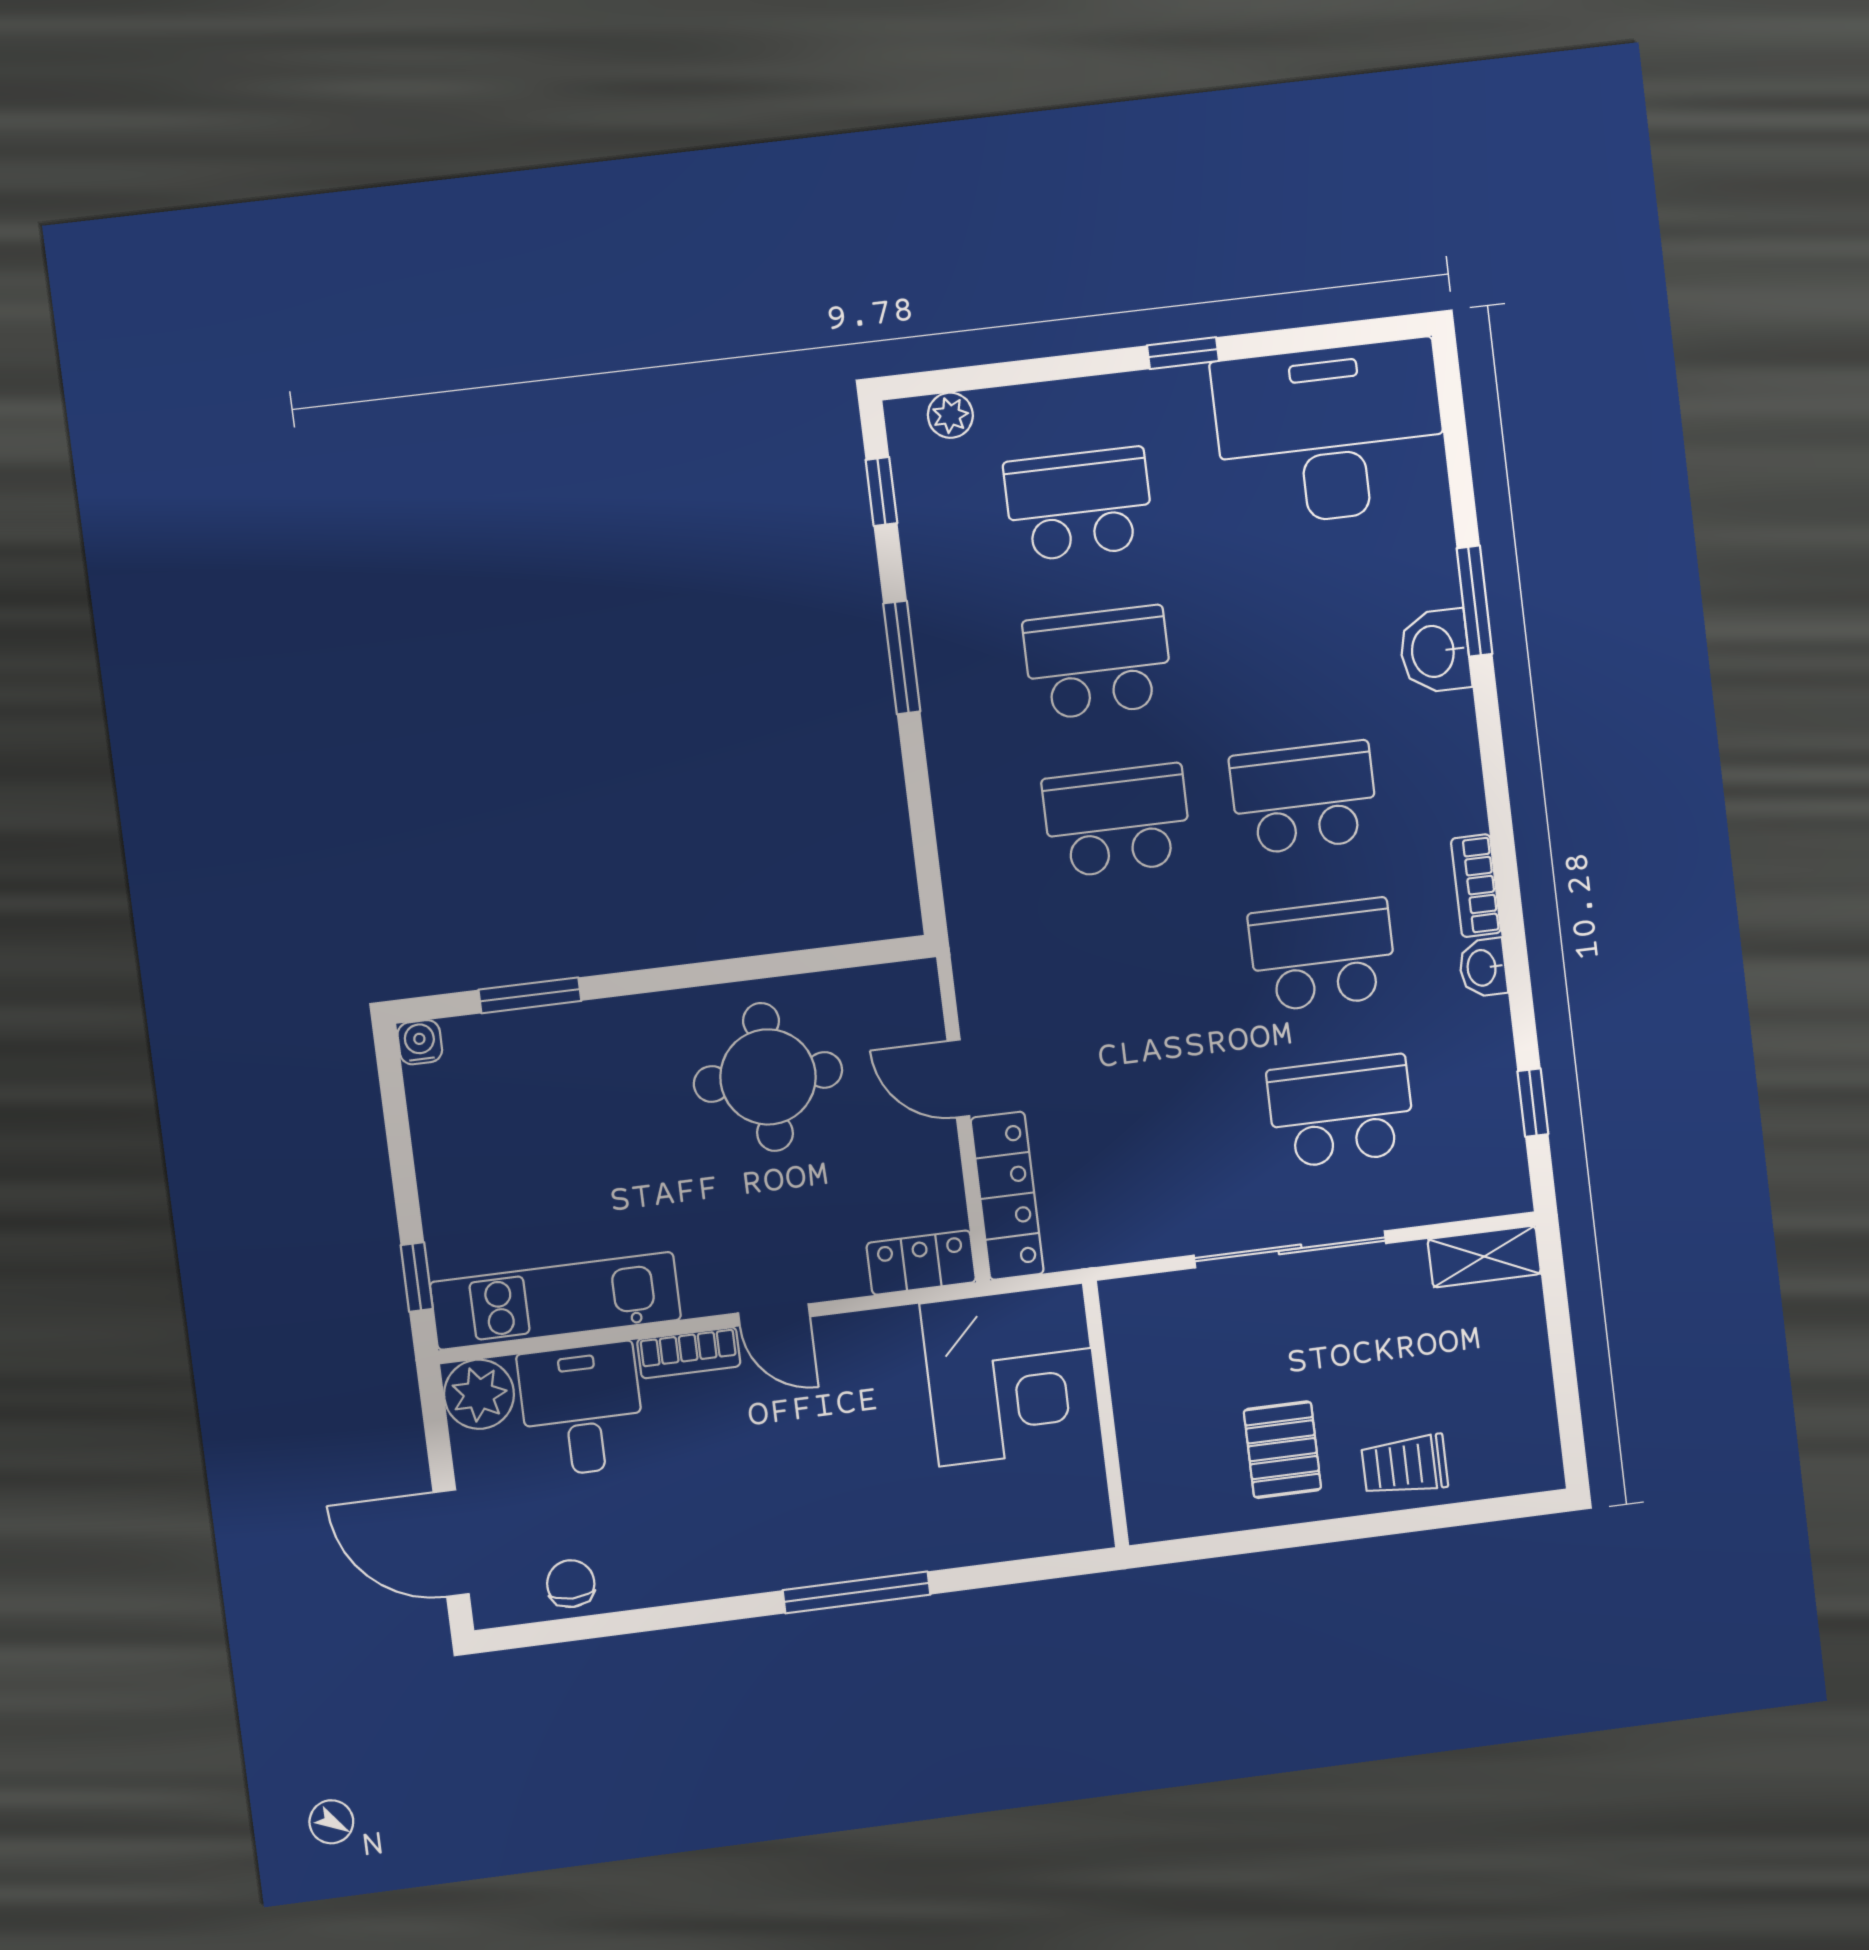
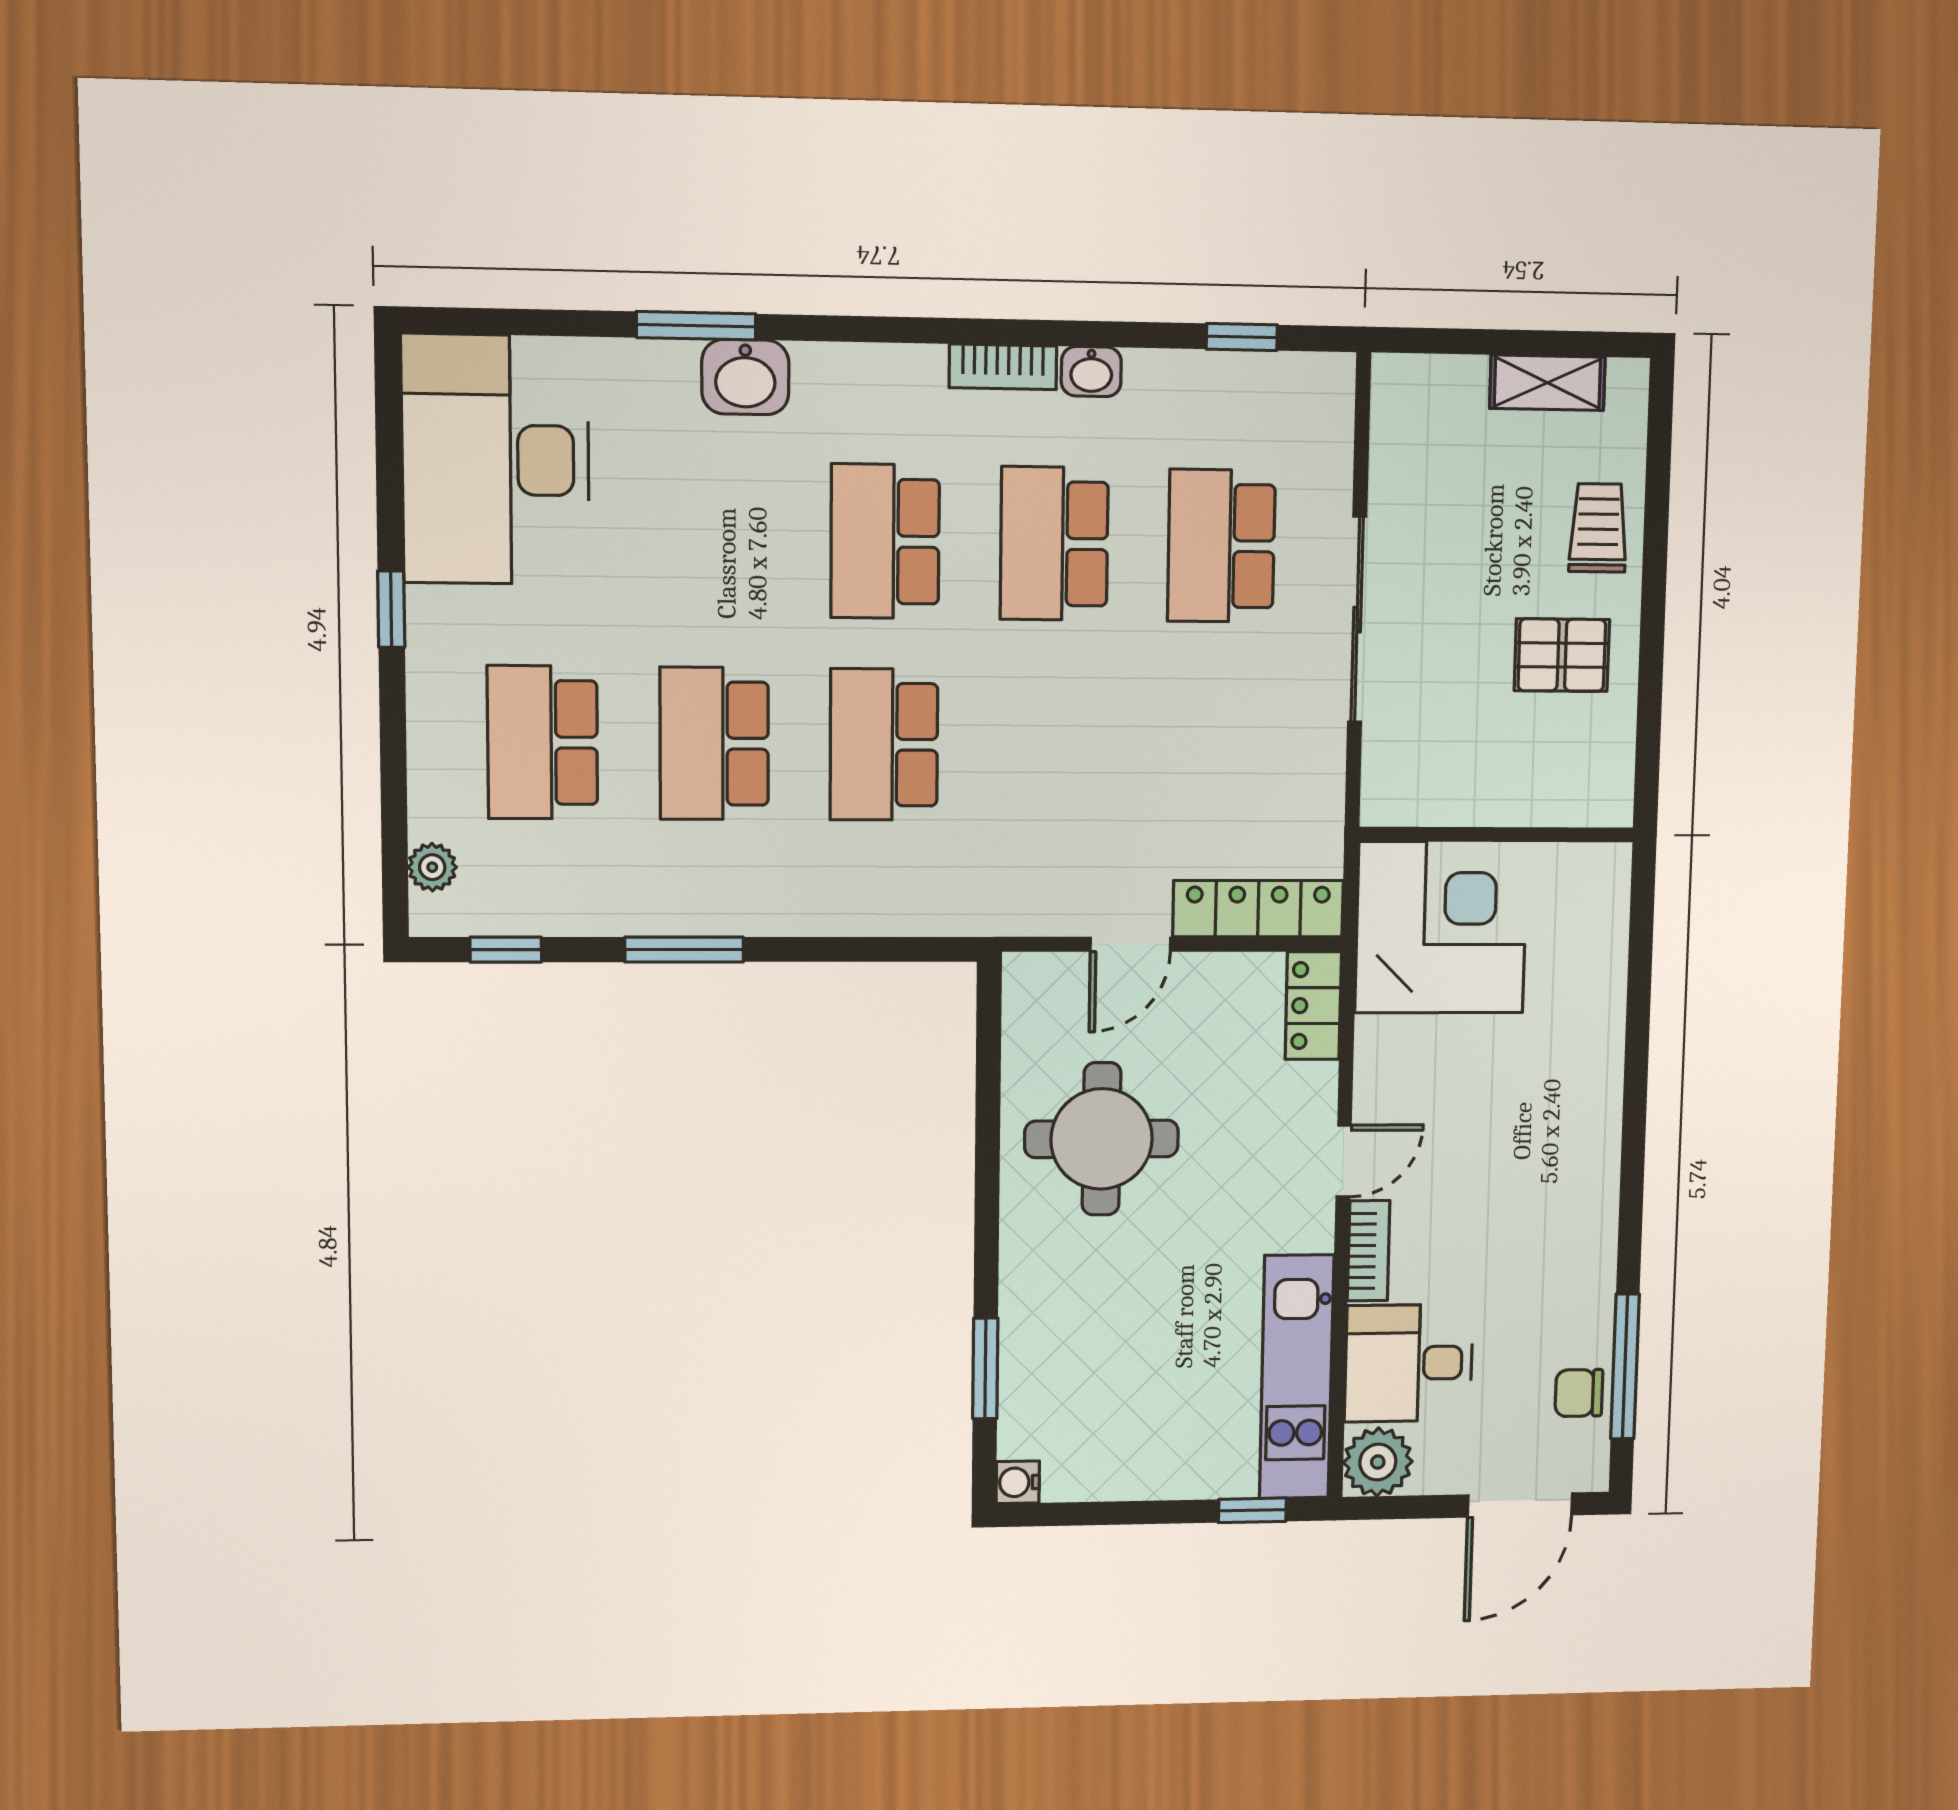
shelving: (1484, 1257) -> (1547, 383), moved, turned 90
trolley: (1405, 1465) -> (1598, 528), turned 180
window: (857, 1592) -> (1625, 1367), moved

